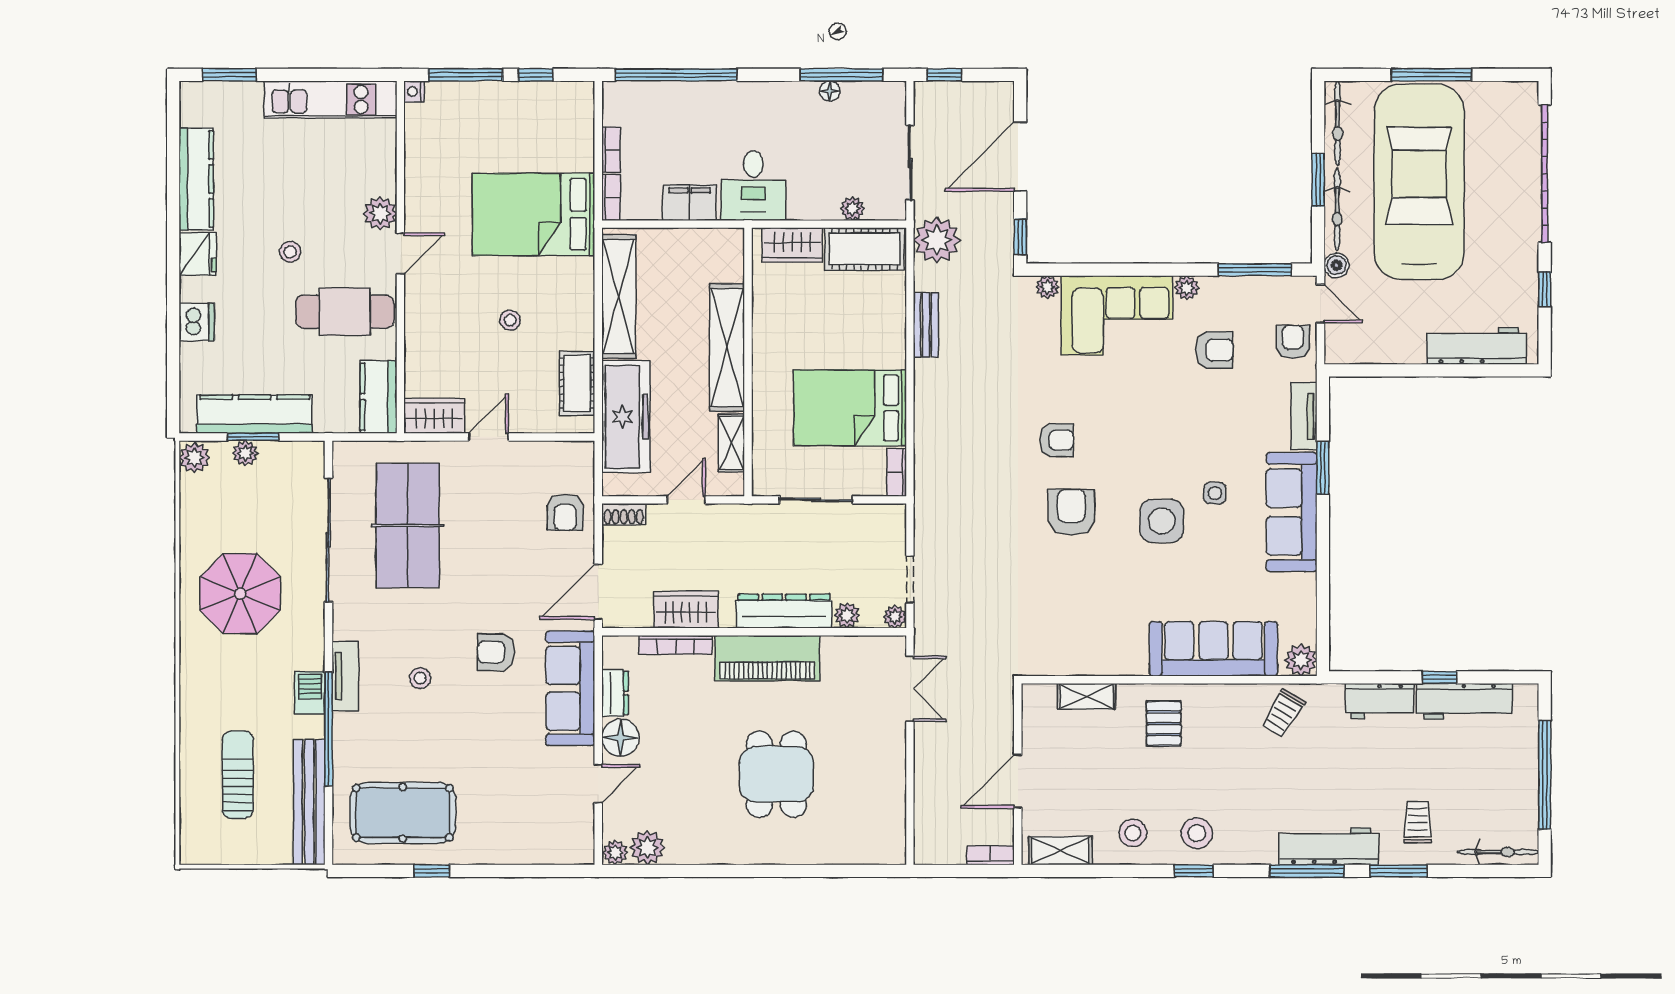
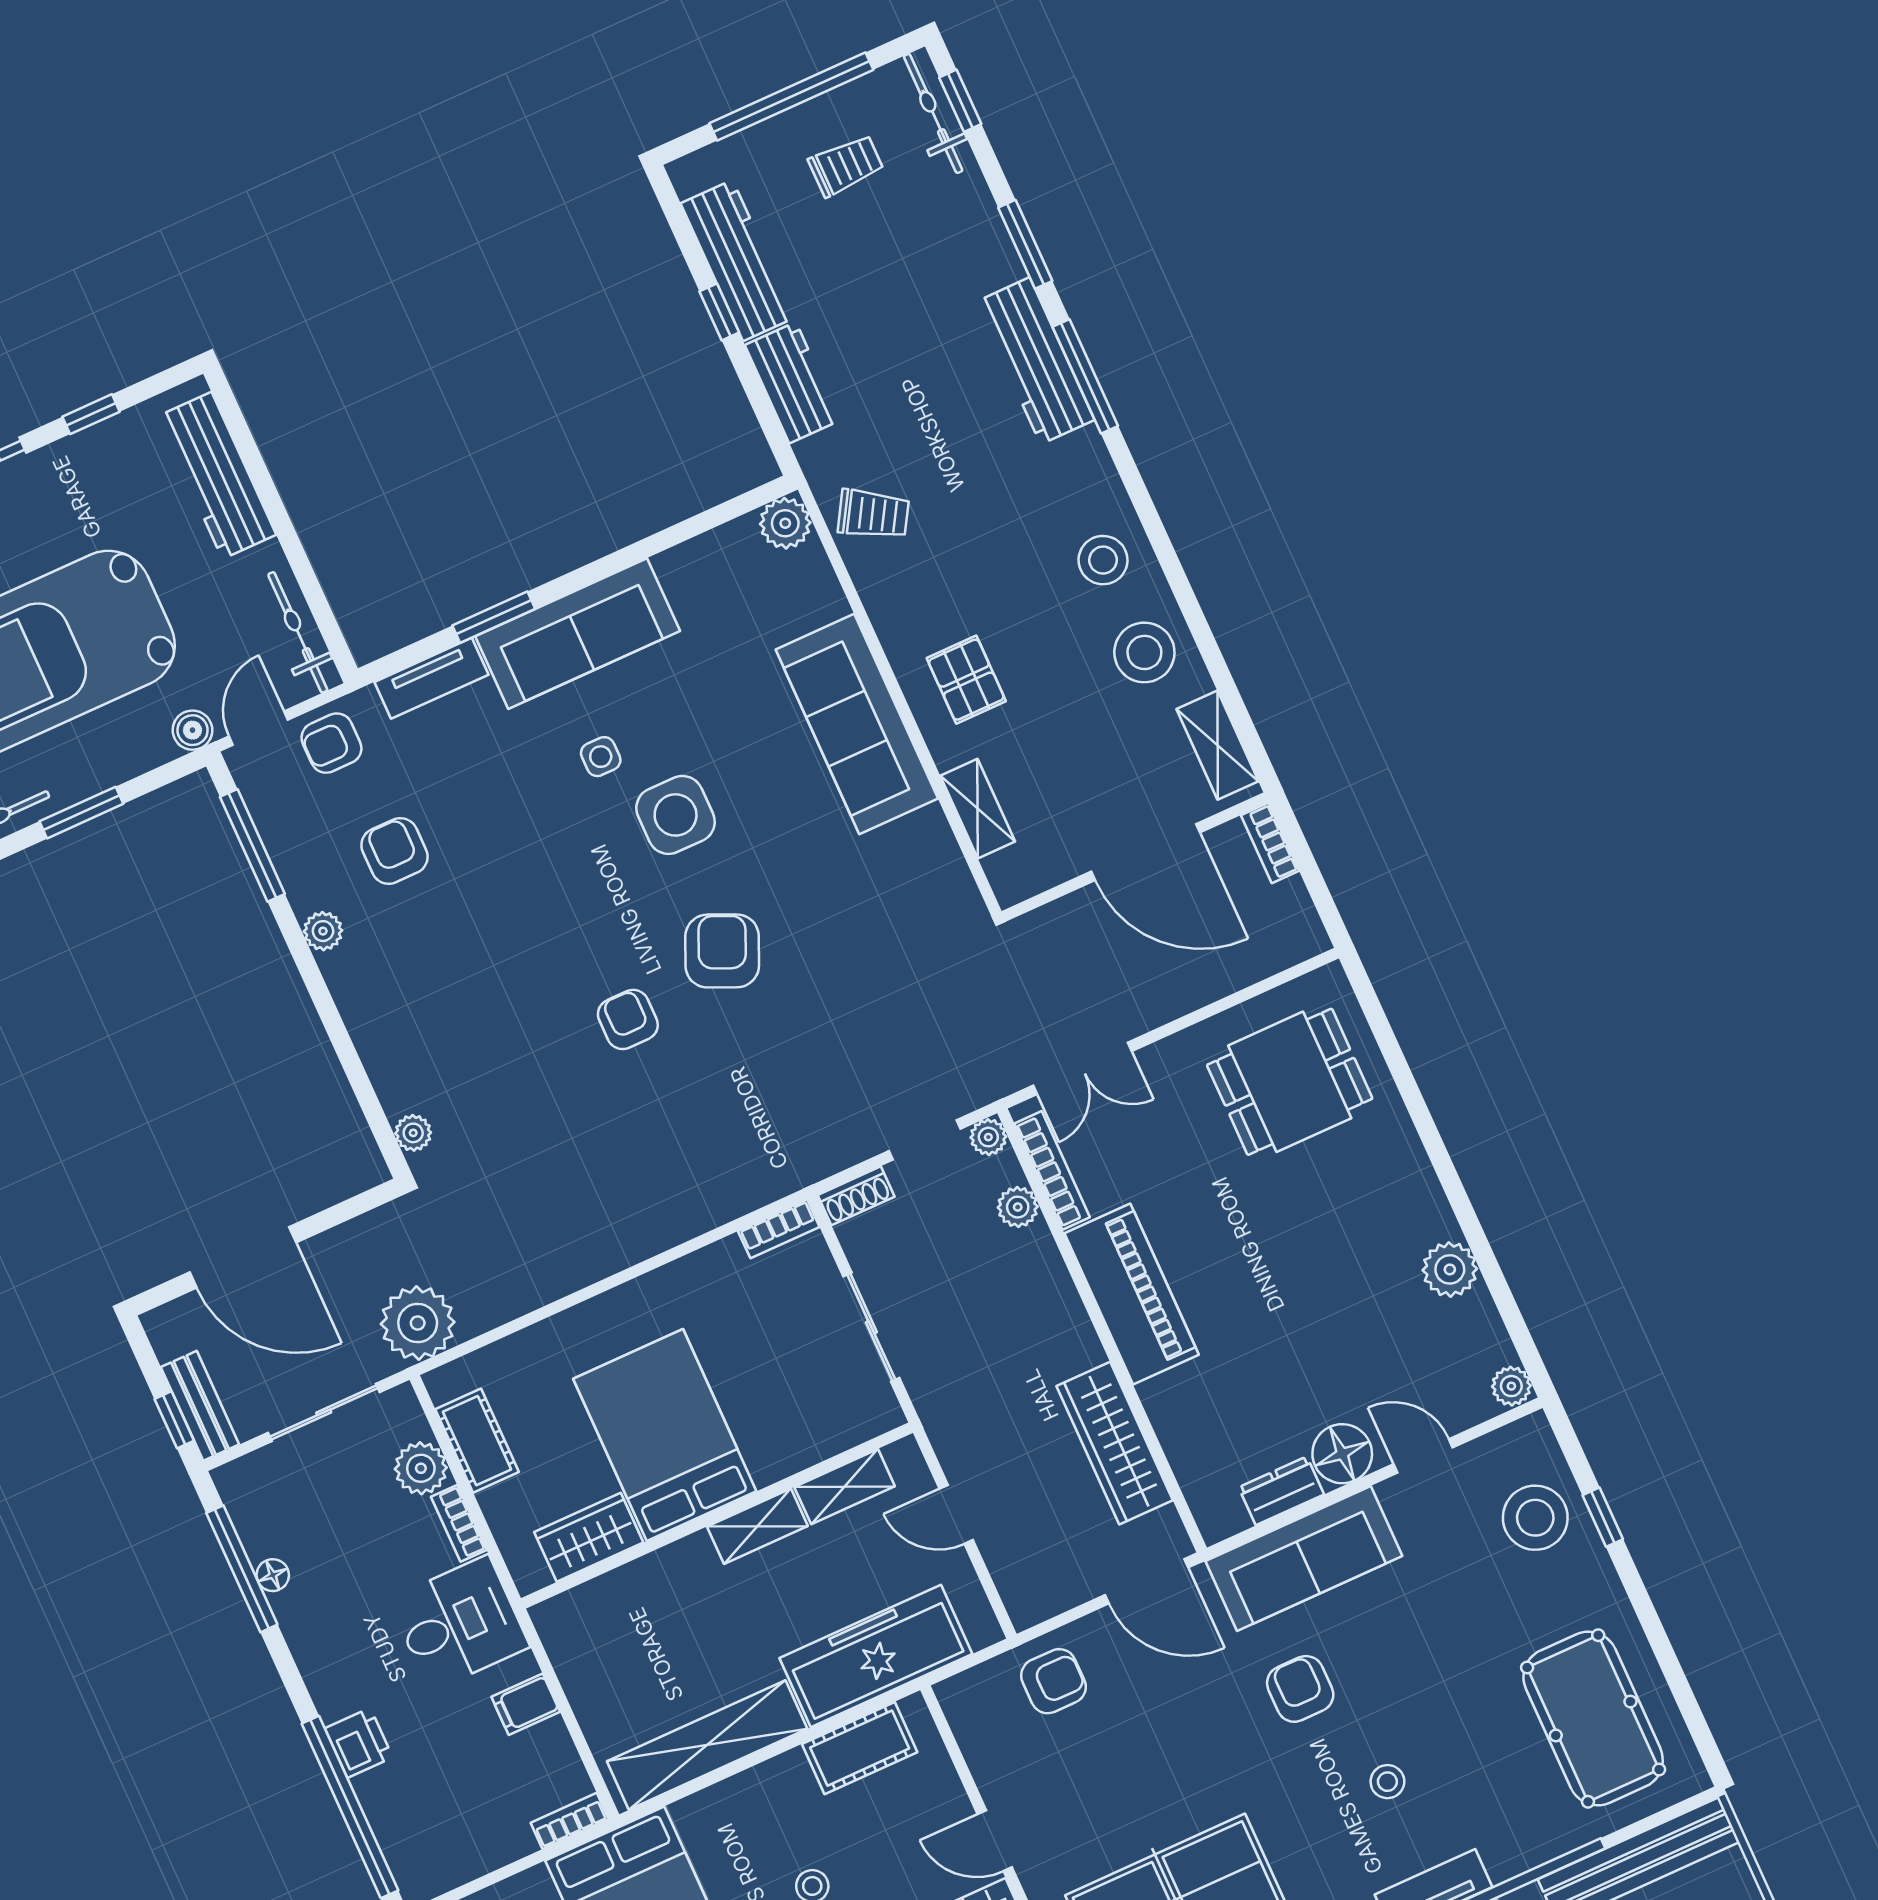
printer: (711, 97) -> (359, 1743), added
bookcase: (611, 150) -> (459, 1523), moved, turned -90
filing cabinet: (689, 203) -> (526, 1704), width x0.50
plant: (852, 209) -> (421, 1468), width x1.38, depth x1.38
bicycle: (1337, 209) -> (298, 632), moved, turned -90
window: (1020, 237) -> (359, 1205), removed
wardrobe: (792, 245) -> (589, 1537), moved, turned -90
cot: (864, 249) -> (477, 1441), width x0.73, depth x0.75
corner sofa: (1117, 315) -> (409, 1014), removed
bench: (926, 325) -> (200, 1406), moved, turned 90
shelving: (727, 348) -> (757, 1526), width x0.45, depth x0.75
bed: (850, 408) -> (665, 1435), moved, turned 180
armchair: (1071, 512) -> (722, 951), turned 114
shoe rack: (624, 514) -> (856, 1196), moved, turned 90
wardrobe: (686, 610) -> (1115, 1443), width x1.50
dresser: (784, 611) -> (1053, 1301), removed
bookcase: (675, 645) -> (1052, 1170), moved
sofa: (1213, 649) -> (857, 724), moved
armchair: (496, 652) -> (1300, 1689), turned 180
double door: (910, 689) -> (1082, 1068), swing flipped
pallet: (1164, 723) -> (966, 680), turned 90
dining table: (776, 774) -> (1290, 1082), moved
door: (1018, 781) -> (1146, 852), width x1.36
trolley: (1418, 822) -> (846, 165), moved, turned 180
stool: (533, 832) -> (1535, 1518), added
stool: (1133, 833) -> (1144, 652), width x1.38, depth x1.38
plant: (647, 848) -> (1450, 1269), moved
window: (432, 871) -> (1603, 1517), moved
window: (1194, 871) -> (960, 101), moved

